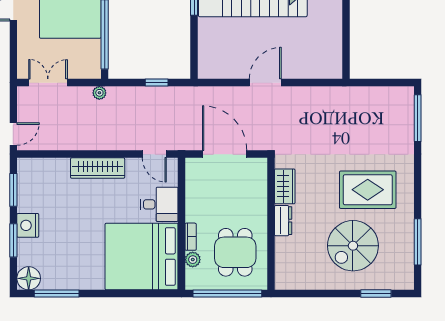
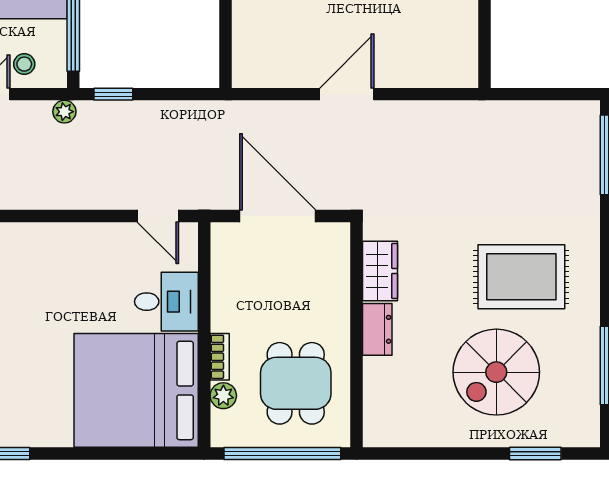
stool: (76, 65) -> (24, 64), added
window: (157, 83) -> (113, 94), moved
wardrobe: (98, 168) -> (61, 240), removed

